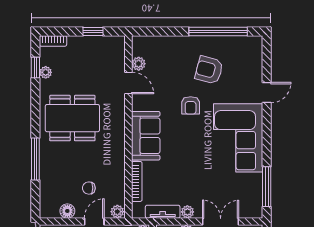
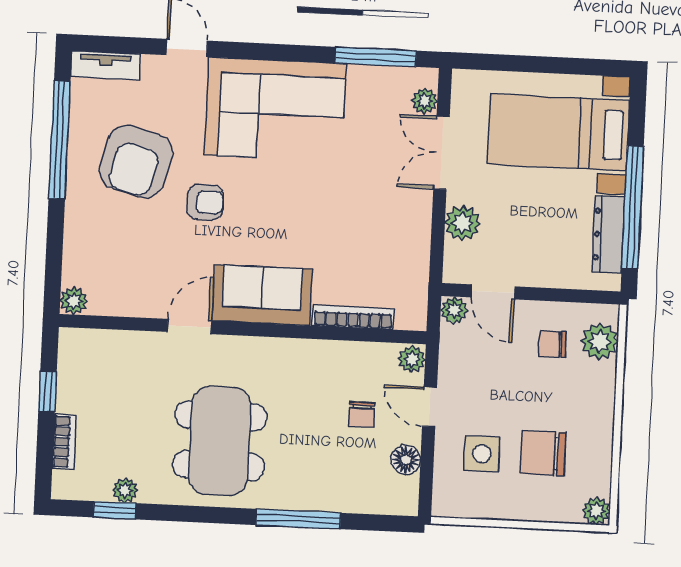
bookcase: (53, 41) -> (64, 442), moved
plant: (139, 64) -> (74, 301), moved
armchair: (209, 70) -> (136, 162), width x1.36, depth x1.36
door: (128, 83) -> (189, 326), moved
tv unit: (163, 212) -> (106, 65), moved, turned -90
plant: (187, 212) -> (425, 101), moved

